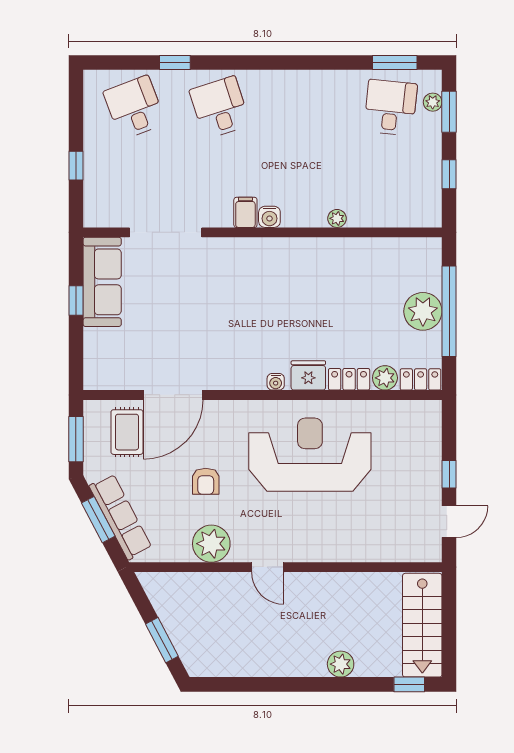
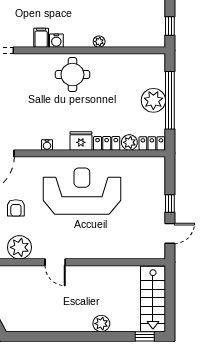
window: (449, 174) -> (170, 26), moved
round table: (295, 271) -> (72, 75), added
water cooler: (276, 382) -> (47, 145), moved

